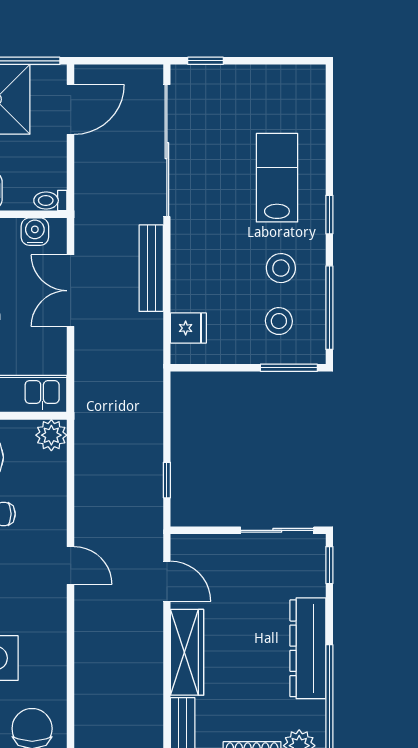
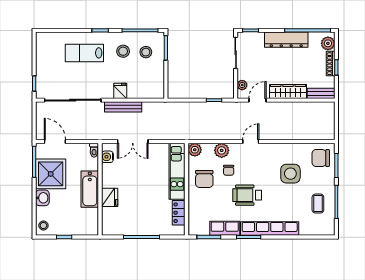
fridge: (188, 328) -> (120, 91), moved
plant: (50, 498) -> (222, 150), added
plant: (202, 546) -> (242, 85), added

